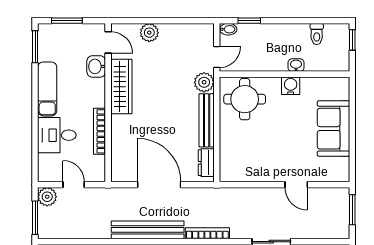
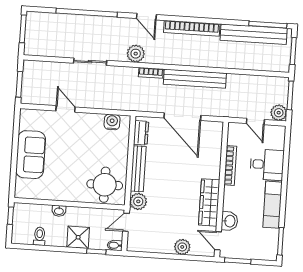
window: (67, 21) -> (238, 261), moved
shower: (272, 36) -> (78, 237), added
window: (352, 40) -> (10, 216), moved
water cooler: (291, 86) -> (112, 122), moved, turned 180
bookcase: (207, 233) -> (151, 73), width x0.64

